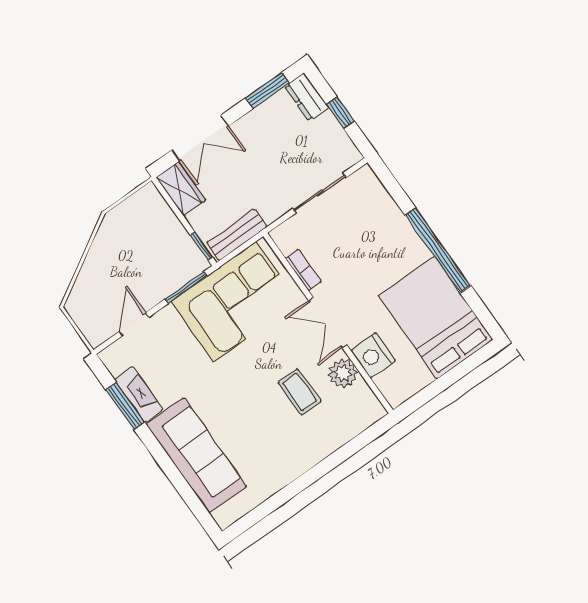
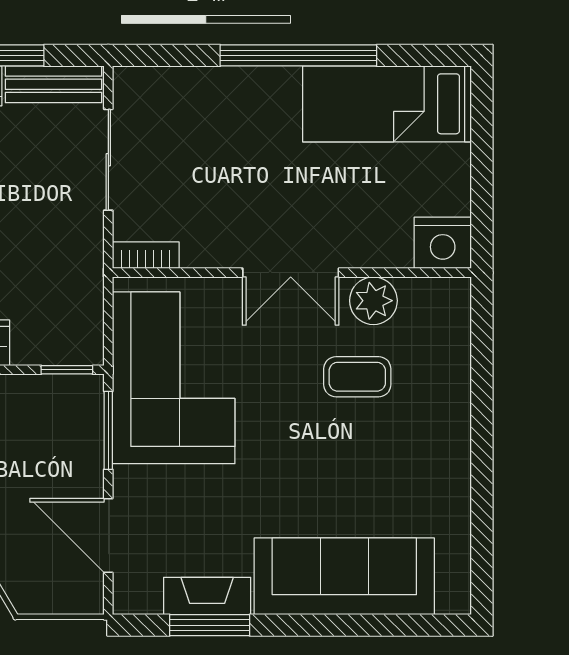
bench: (237, 235) -> (53, 84), moved, turned 90
bookcase: (303, 270) -> (146, 255), moved
bed: (436, 318) -> (387, 104), width x0.67
door: (134, 324) -> (108, 536), width x1.38
nightstand: (373, 356) -> (443, 243), moved

